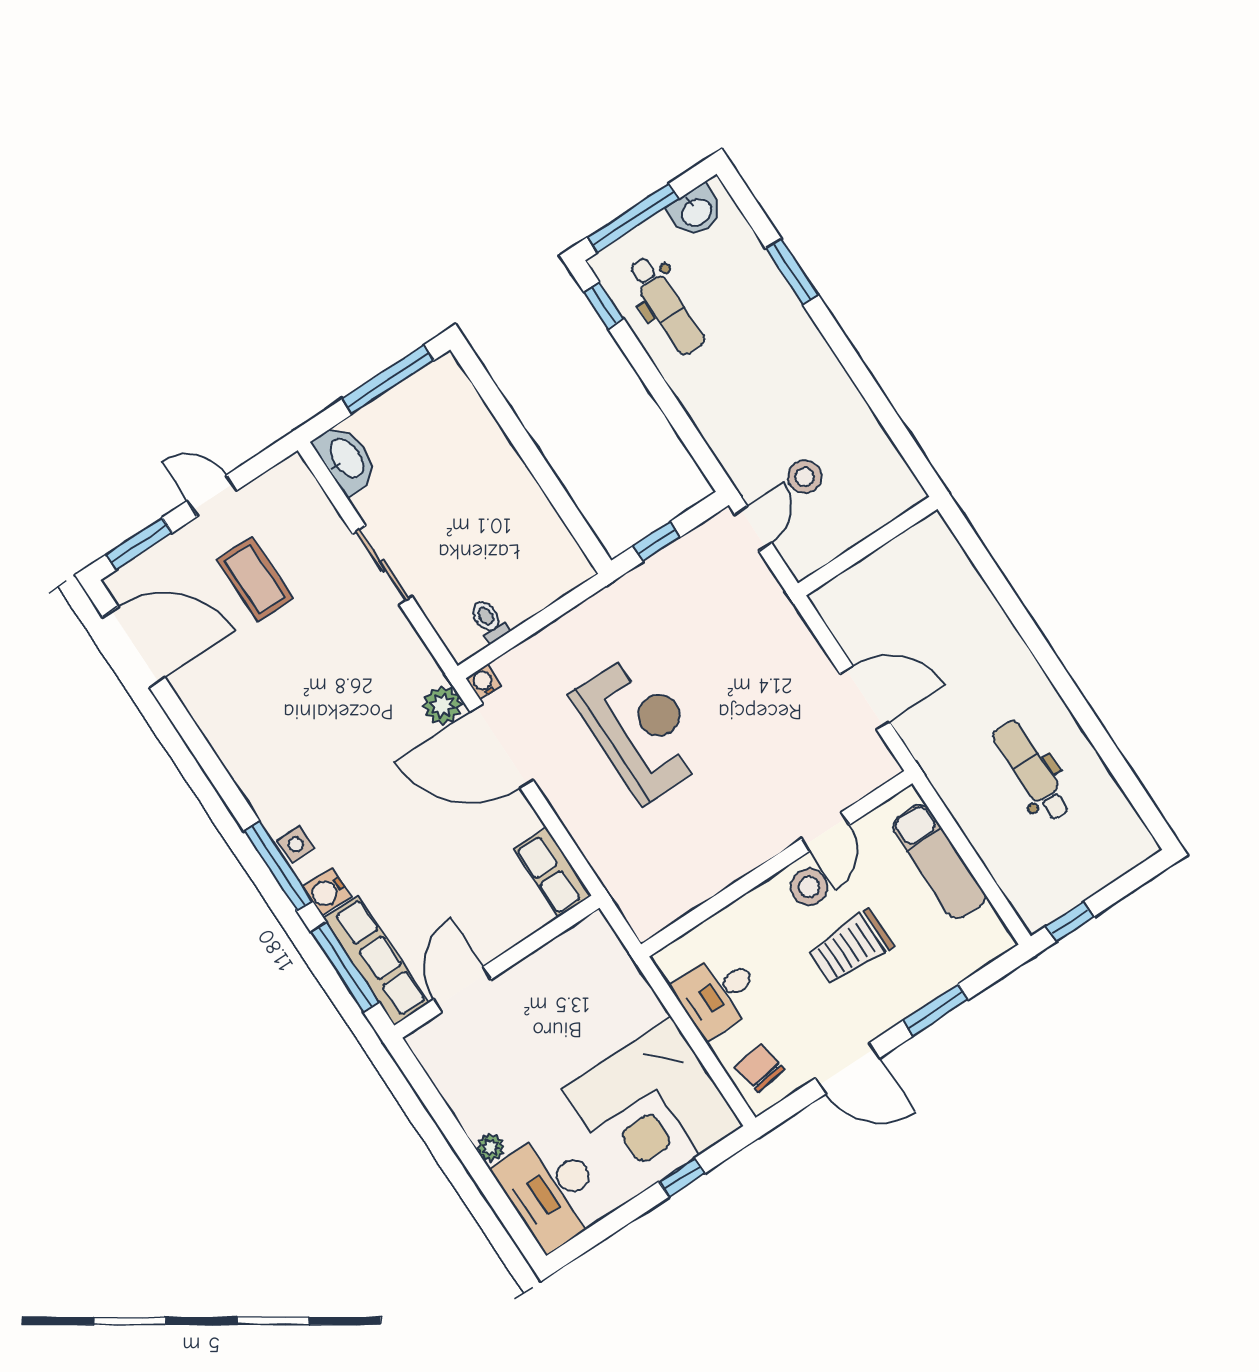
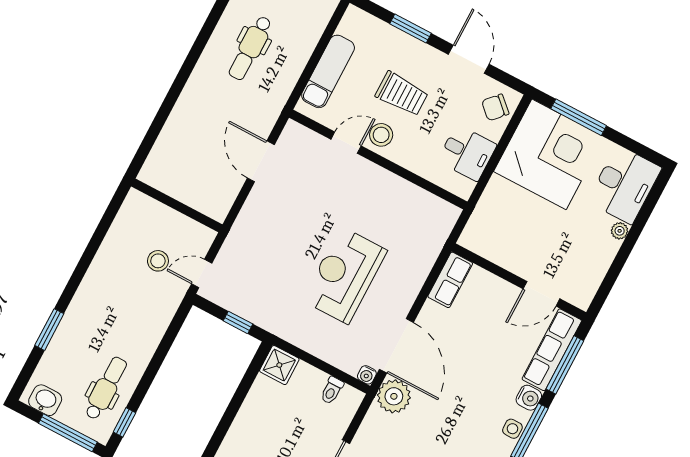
shower: (565, 567) -> (279, 365), added
plant: (443, 705) -> (394, 396), width x1.36, depth x1.36
chair: (760, 1068) -> (495, 107), turned 52
window: (682, 1177) -> (579, 117), width x2.17

